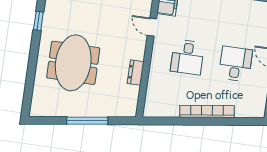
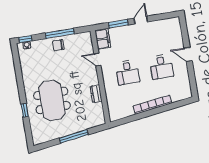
window: (38, 21) -> (25, 110), moved
desk: (235, 64) -> (161, 67), turned 180

